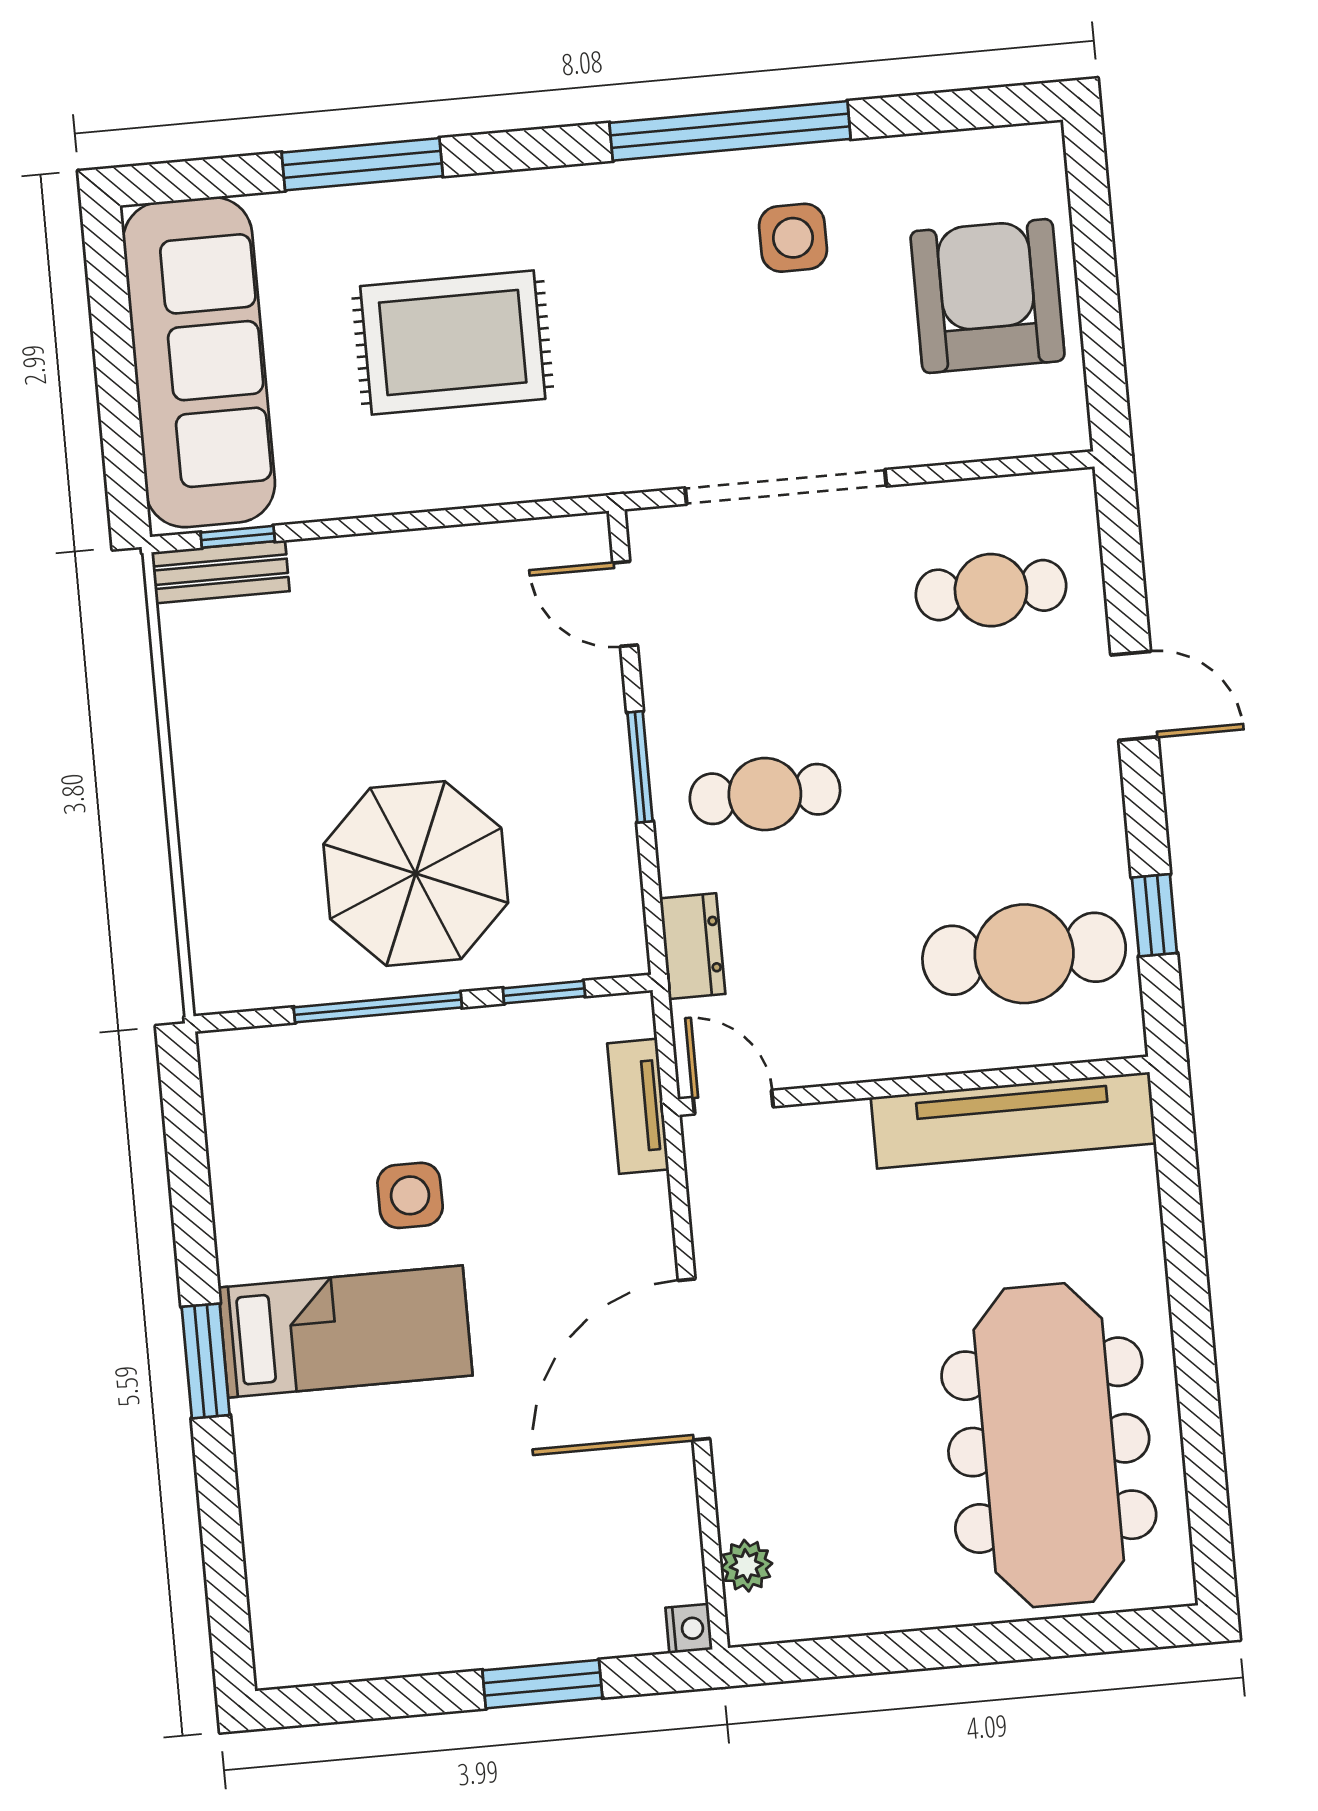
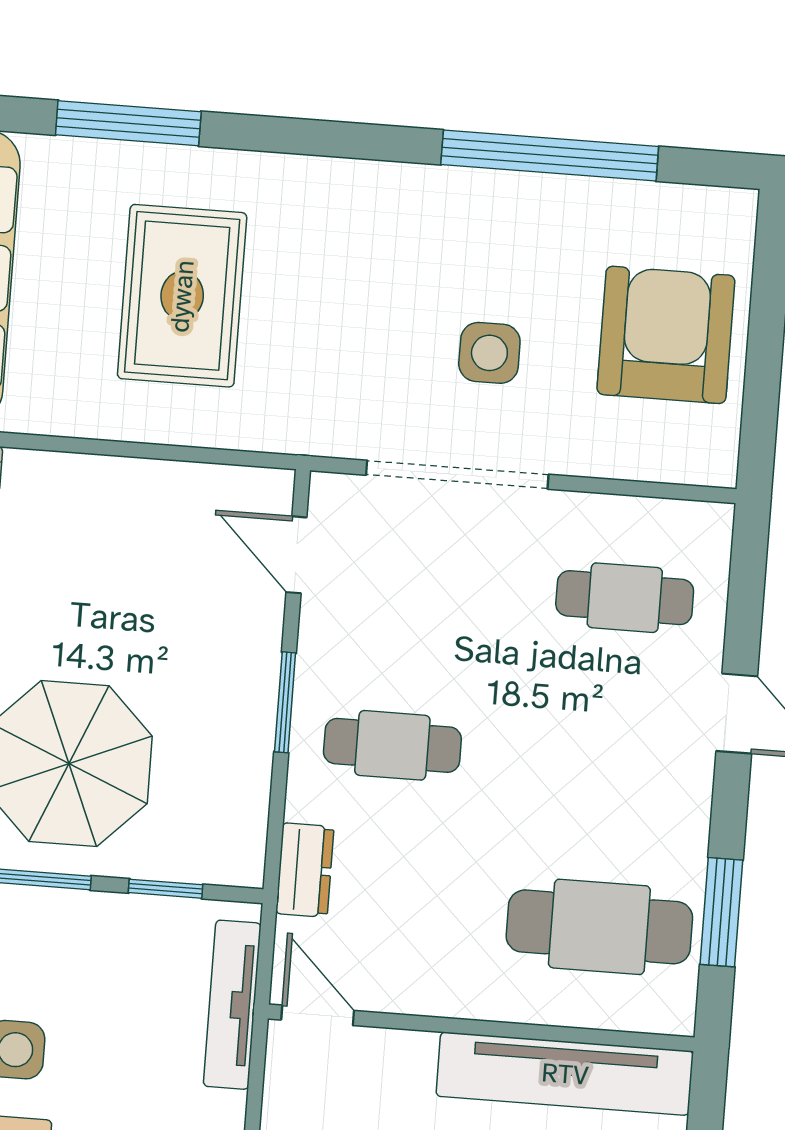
window: (730, 131) -> (550, 156), moved
side table: (793, 238) -> (489, 353), moved
rug: (453, 343) -> (182, 296), turned 90
window: (1154, 915) -> (721, 912), width x1.50
tv unit: (638, 1106) -> (232, 1005), width x1.41

